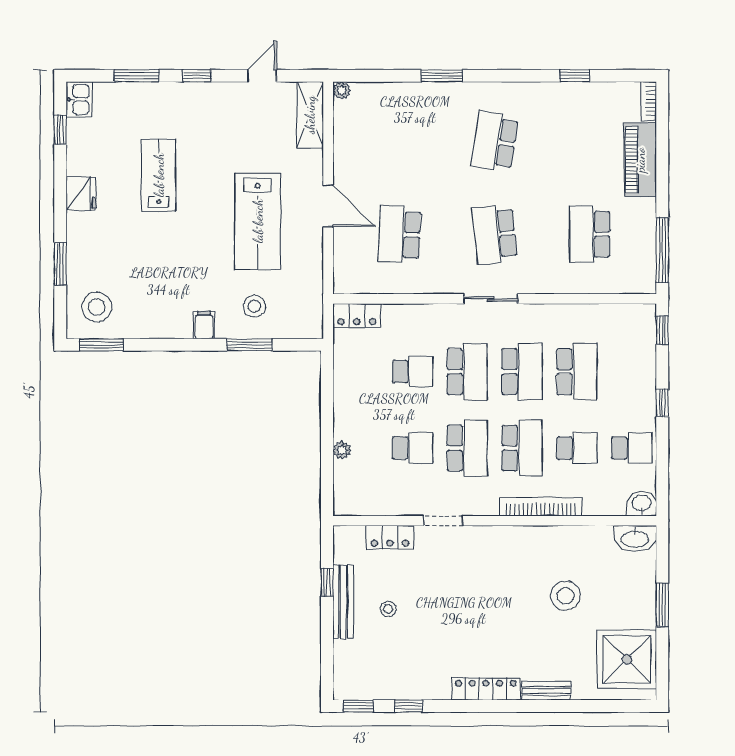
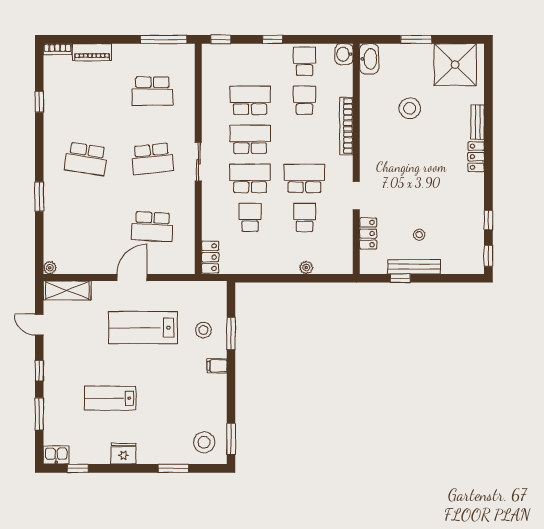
piano: (640, 160) -> (92, 52), width x0.73, depth x0.75
lab bench: (258, 221) -> (143, 328), turned 180
school desk: (522, 448) -> (304, 139), removed
locker: (486, 689) -> (476, 157), width x0.66

